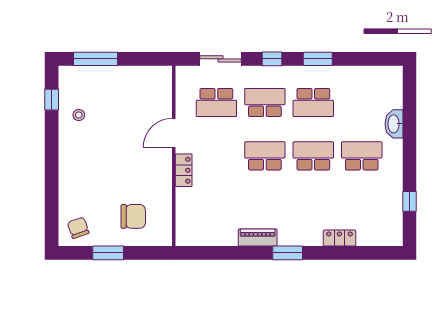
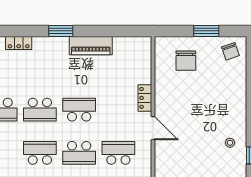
door: (174, 133) -> (153, 128), hinge flipped
school desk: (265, 156) -> (79, 110), turned 180
chair: (133, 216) -> (186, 61), turned -90
piano: (258, 238) -> (91, 46), width x1.37, depth x1.33

